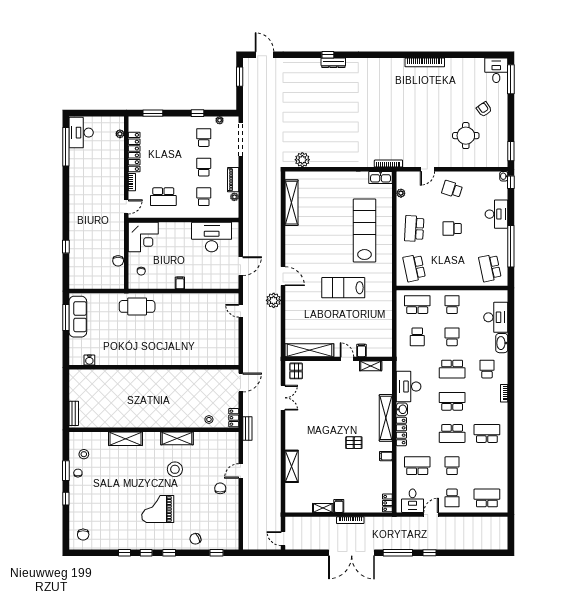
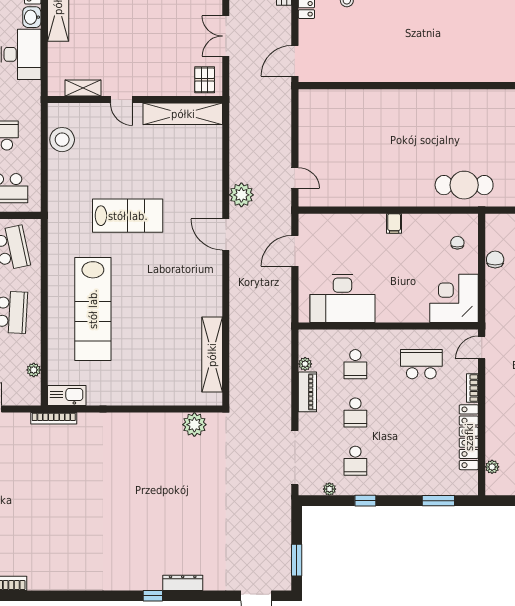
dresser: (333, 63) -> (183, 583), moved
stool: (383, 334) -> (62, 140), added
filing cabinet: (361, 350) -> (98, 113), removed

